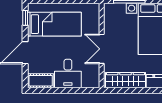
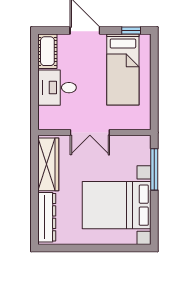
double door: (102, 49) -> (90, 132), swing flipped

